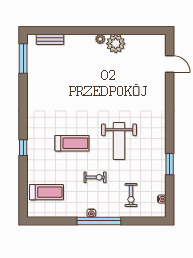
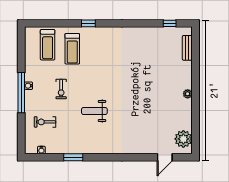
plant: (116, 44) -> (183, 139), moved
window: (23, 59) -> (170, 23), width x0.46
weight bench: (119, 141) -> (94, 111), width x0.73, depth x0.75
treadmill: (72, 143) -> (72, 49), moved

